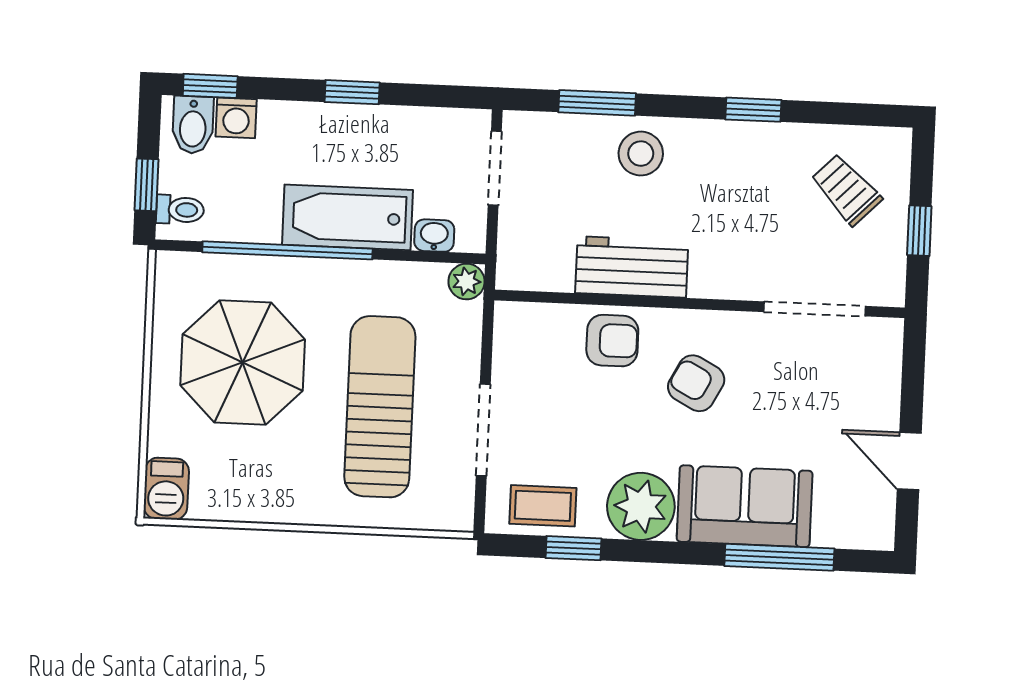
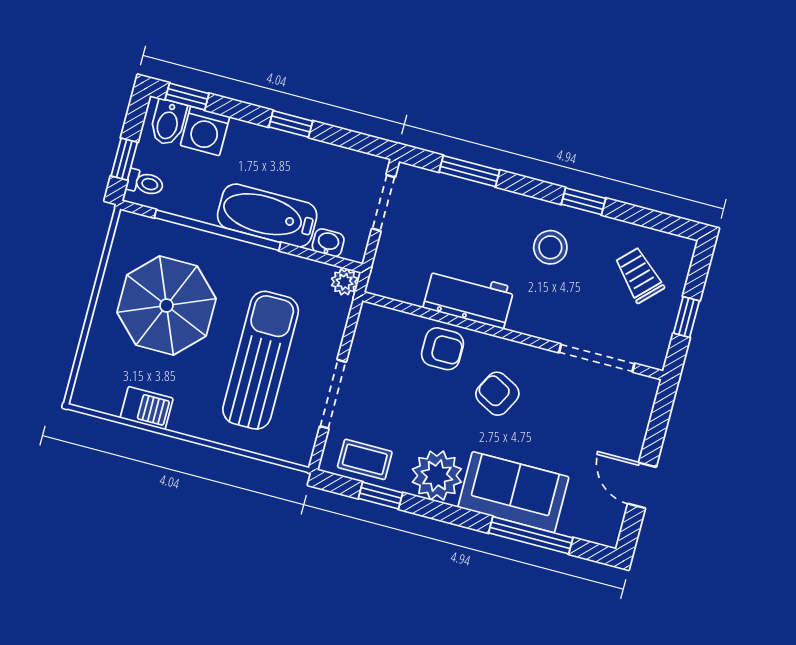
washing machine: (236, 118) -> (205, 131), width x1.38, depth x1.38
stool: (641, 154) -> (550, 247), moved
barbecue: (166, 489) -> (147, 408), moved, turned -90

